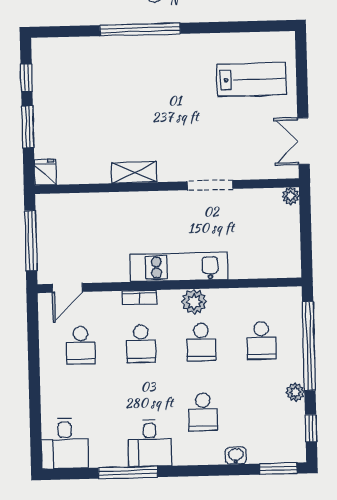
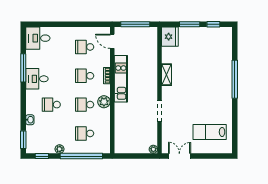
lab bench: (251, 79) -> (210, 132), turned 90
fridge: (45, 172) -> (170, 37), width x1.88, depth x1.34
kitchen unit: (179, 267) -> (121, 79), moved

